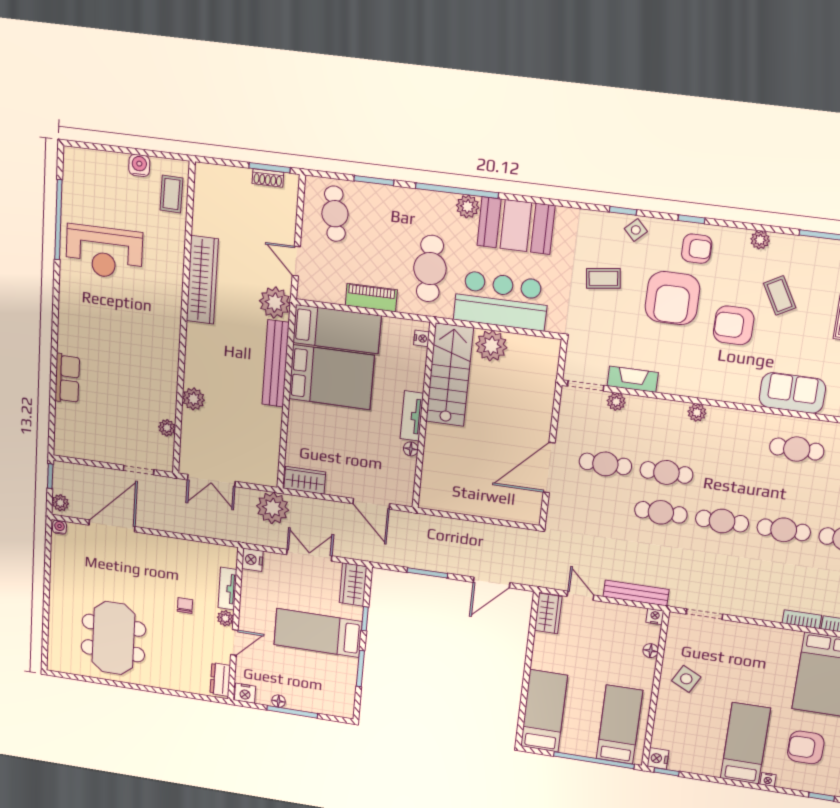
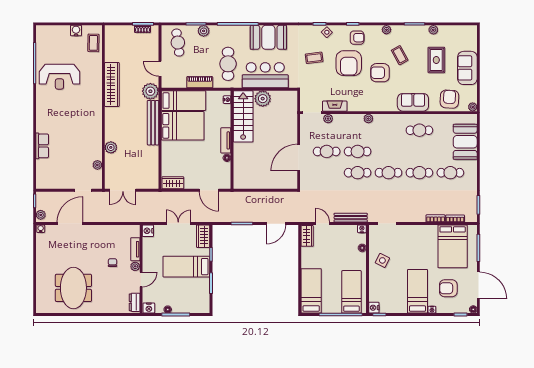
plant: (468, 207) -> (204, 31), moved
plant: (273, 508) -> (157, 200), removed

